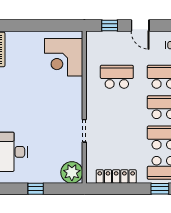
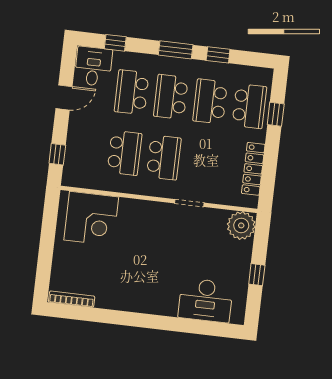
door: (140, 25) -> (64, 97), moved
school desk: (117, 77) -> (125, 153), turned 180
school desk: (117, 107) -> (164, 157), added

